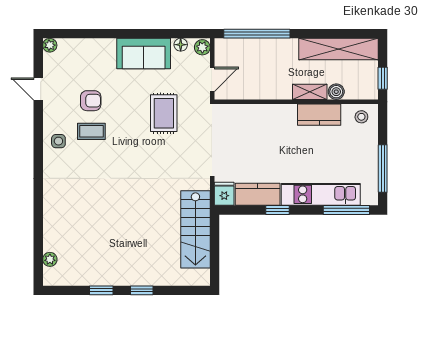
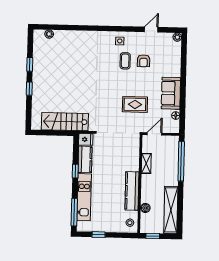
plant: (202, 47) -> (174, 128), removed
door: (212, 79) -> (154, 134), swing flipped
shelving: (310, 92) -> (146, 163), moved
kitchen counter: (319, 115) -> (132, 191), width x1.50
window: (383, 169) -> (99, 235), width x0.46

